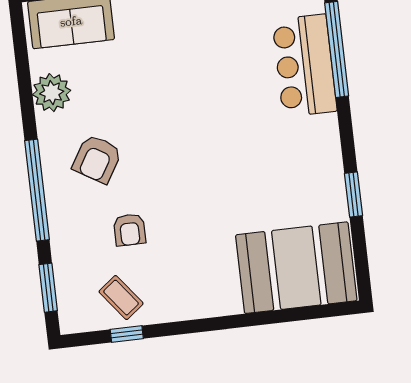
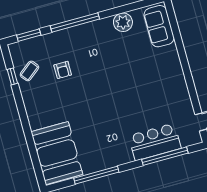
armchair: (97, 159) -> (94, 49), removed
window: (353, 194) -> (96, 175), width x2.11
armchair: (130, 230) -> (63, 70), turned -90

